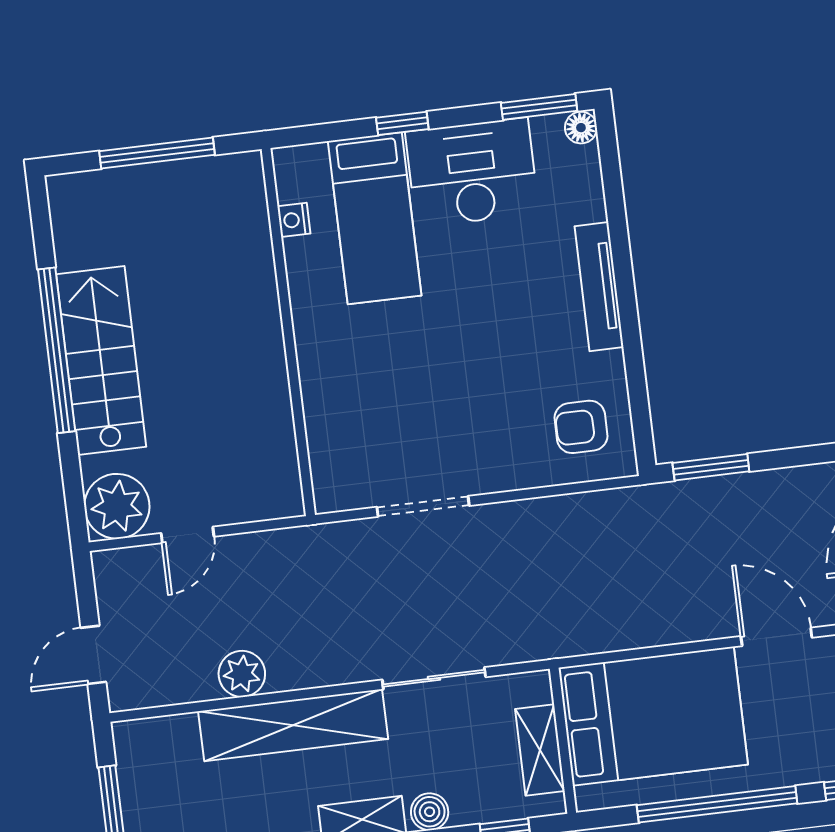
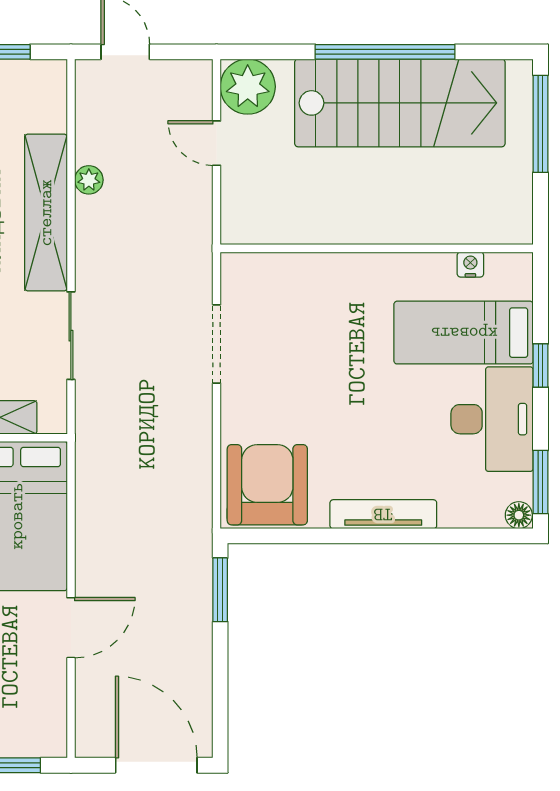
window: (157, 153) -> (541, 124), moved
stairs: (101, 361) -> (400, 103), width x1.36, depth x1.51
armchair: (581, 427) -> (267, 485), width x1.88, depth x1.88
plant: (242, 674) -> (89, 180), width x0.73, depth x0.73

